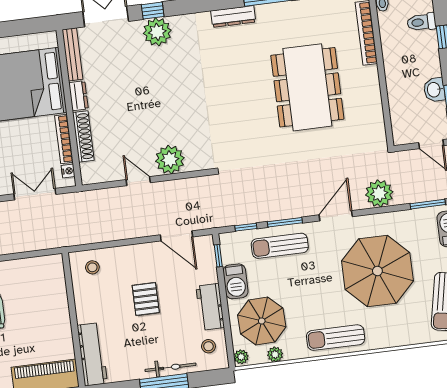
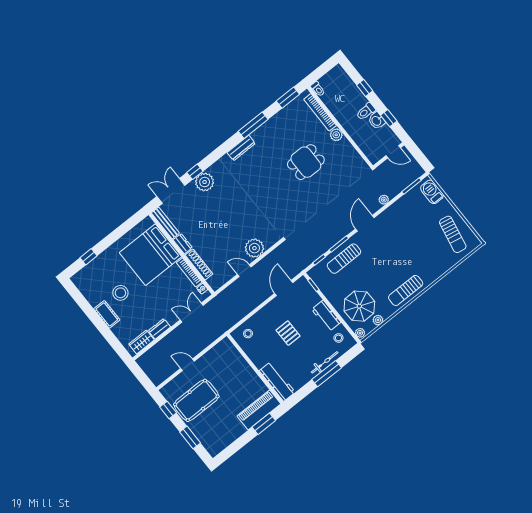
toilet: (421, 22) -> (366, 111), moved
plant: (369, 76) -> (336, 135), added
dining table: (307, 87) -> (306, 162), width x0.53, depth x0.80
plant: (379, 193) -> (384, 200), width x0.53, depth x0.53
door: (176, 236) -> (284, 288), swing flipped
parasol: (377, 271) -> (406, 240), removed
barbecue: (235, 281) -> (332, 293), removed

